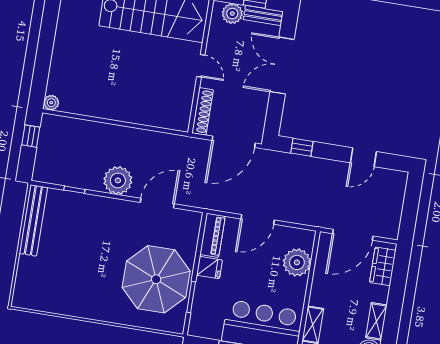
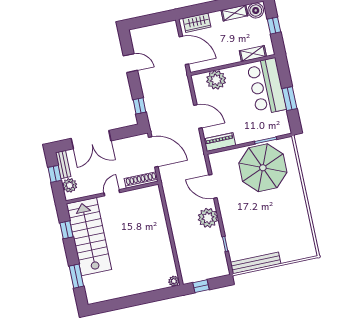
fridge: (209, 268) -> (242, 136), removed

